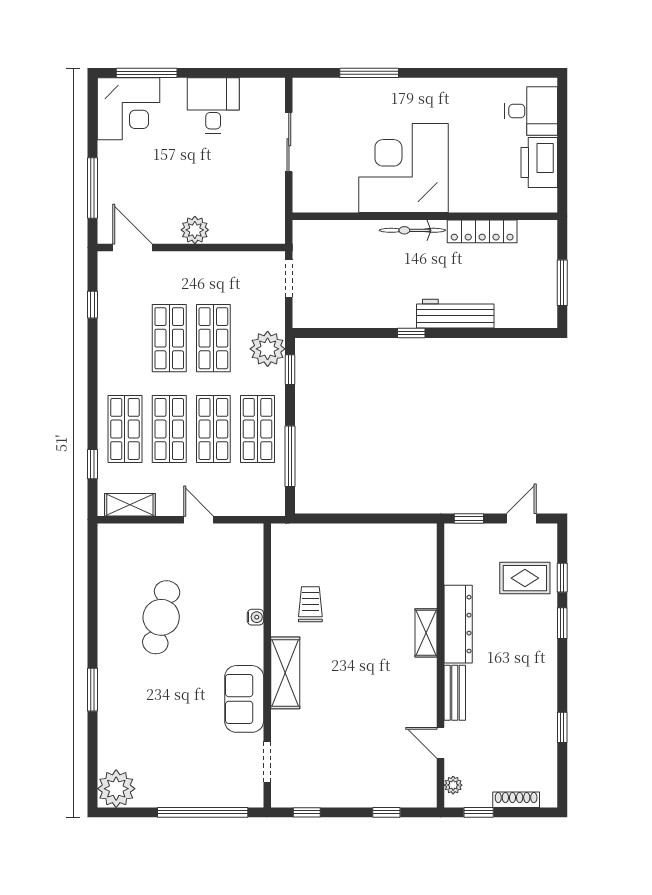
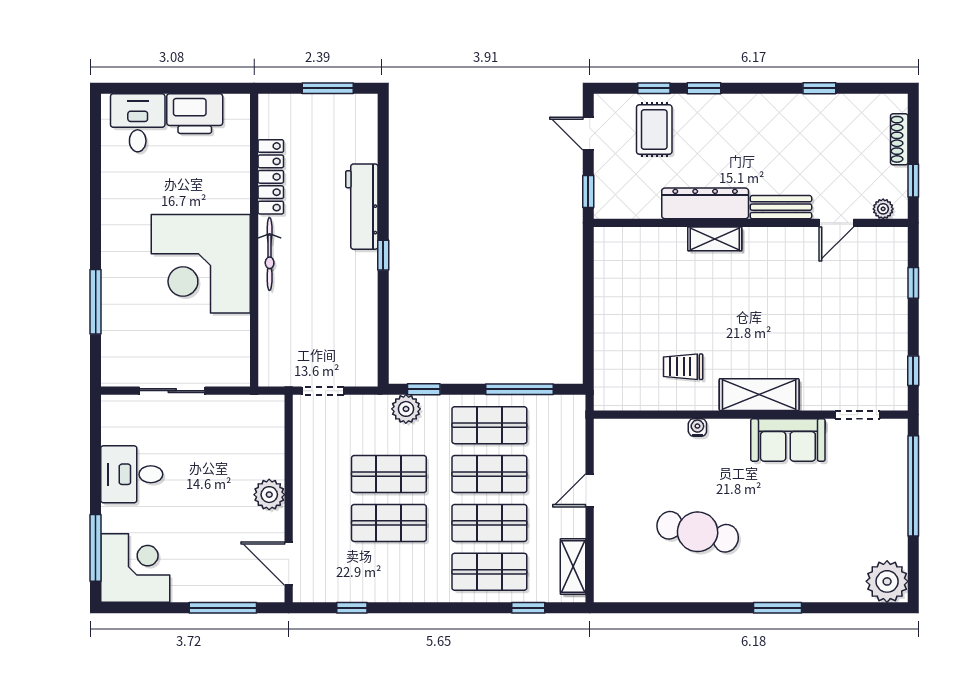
door: (132, 248) -> (289, 564), hinge flipped
plant: (268, 349) -> (406, 409), width x0.73, depth x0.73

